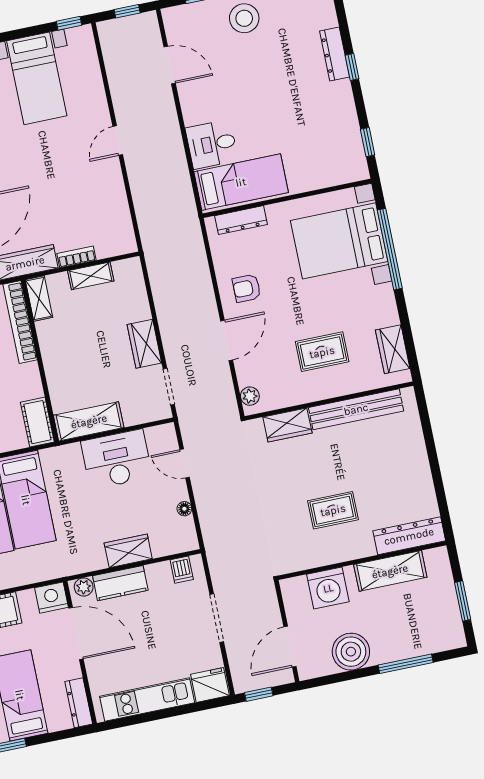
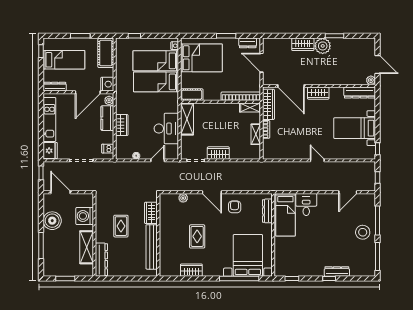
wall: (329, 401) -> (158, 235), moved
bench: (356, 409) -> (152, 247), moved
wardrobe: (287, 425) -> (151, 213), moved

